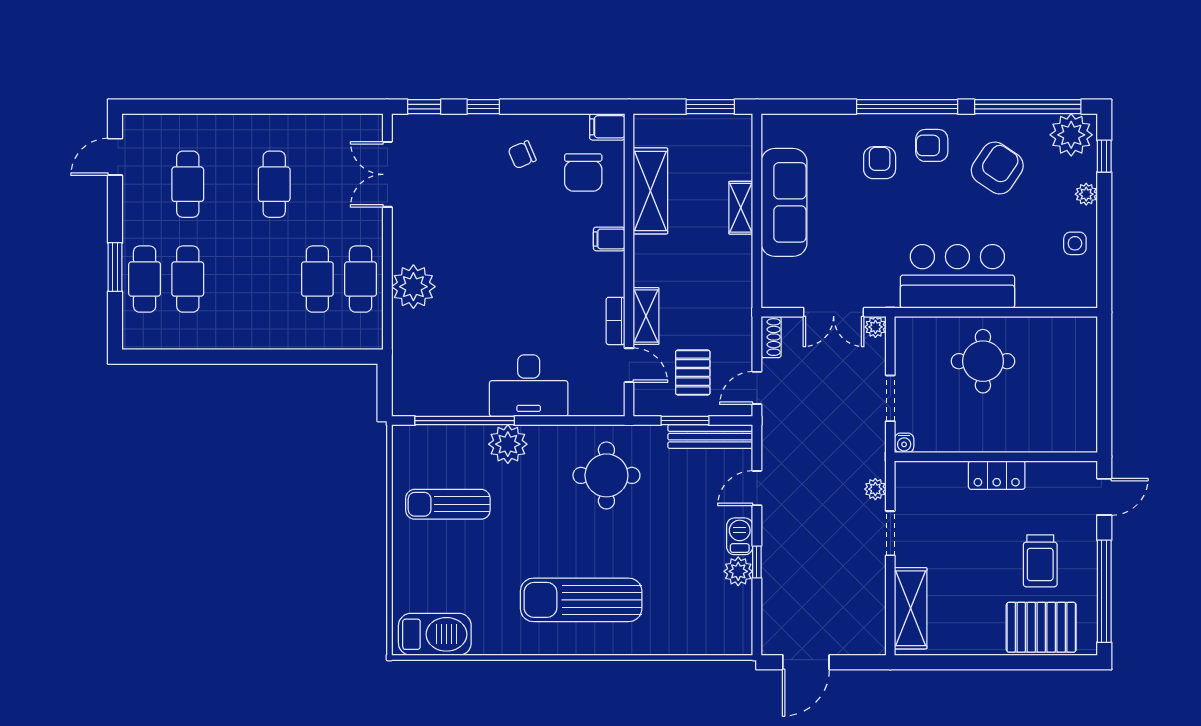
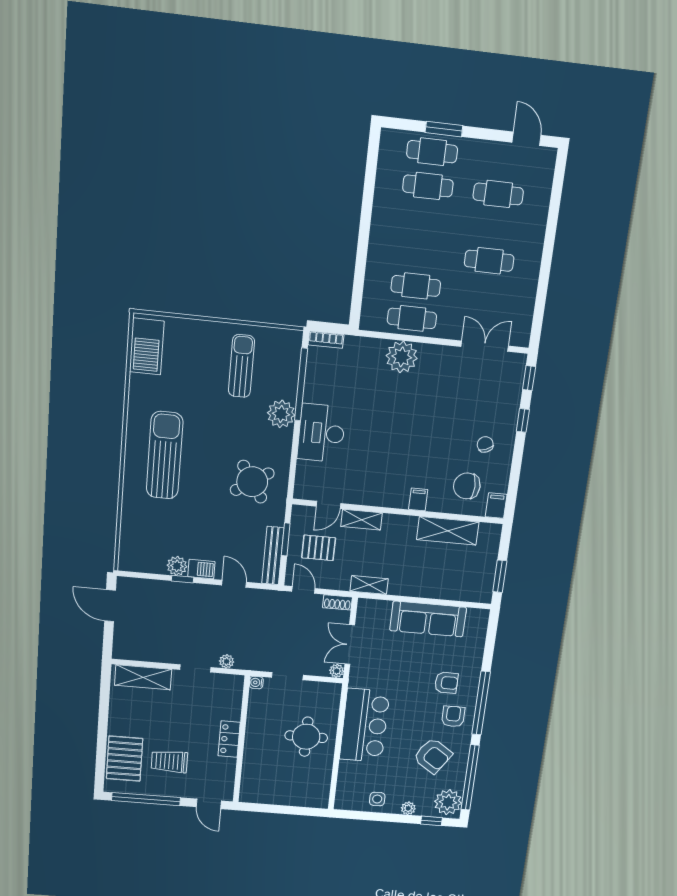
shelving: (741, 208) -> (369, 585), moved
bookcase: (615, 321) -> (326, 340), moved, turned 180
round table: (606, 475) -> (252, 482), turned -33

